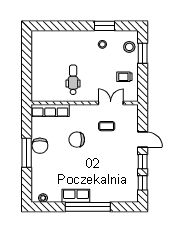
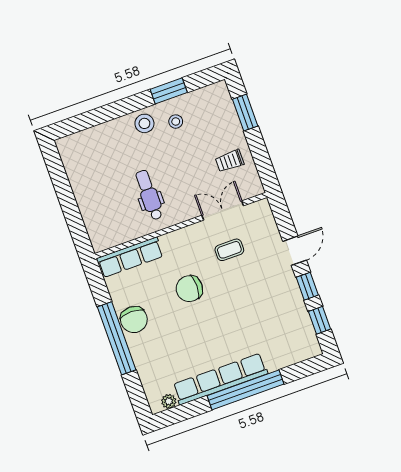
stool: (129, 47) -> (144, 123), moved
door: (143, 139) -> (295, 251), hinge flipped
window: (27, 153) -> (117, 338), width x1.46
row of seats: (76, 196) -> (220, 379), width x2.02

